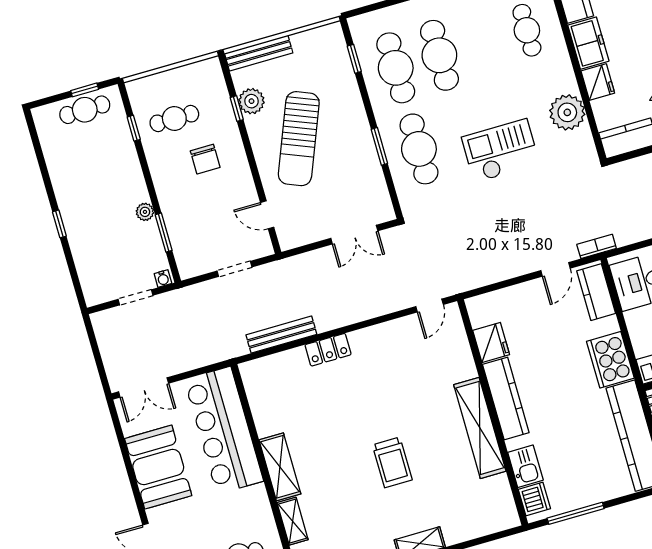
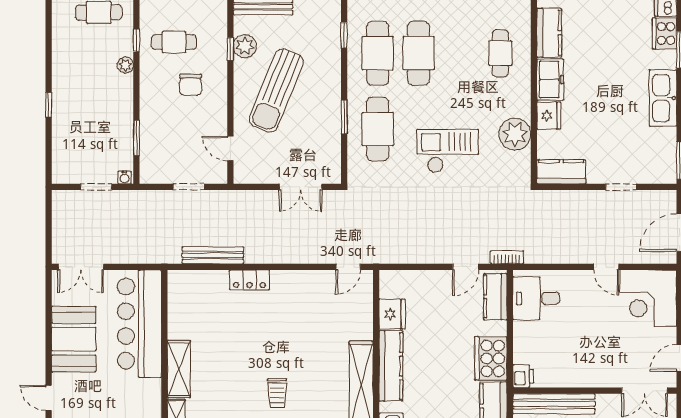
plant: (145, 212) -> (125, 65), moved
trolley: (392, 462) -> (277, 393), width x0.73, depth x0.72

